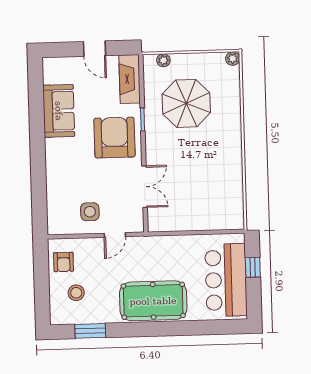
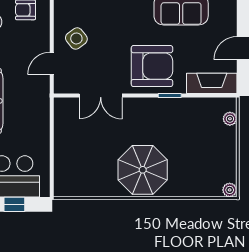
parasol: (186, 103) -> (143, 170), moved
side table: (90, 212) -> (76, 38), turned -38
door: (115, 235) -> (52, 63), hinge flipped

